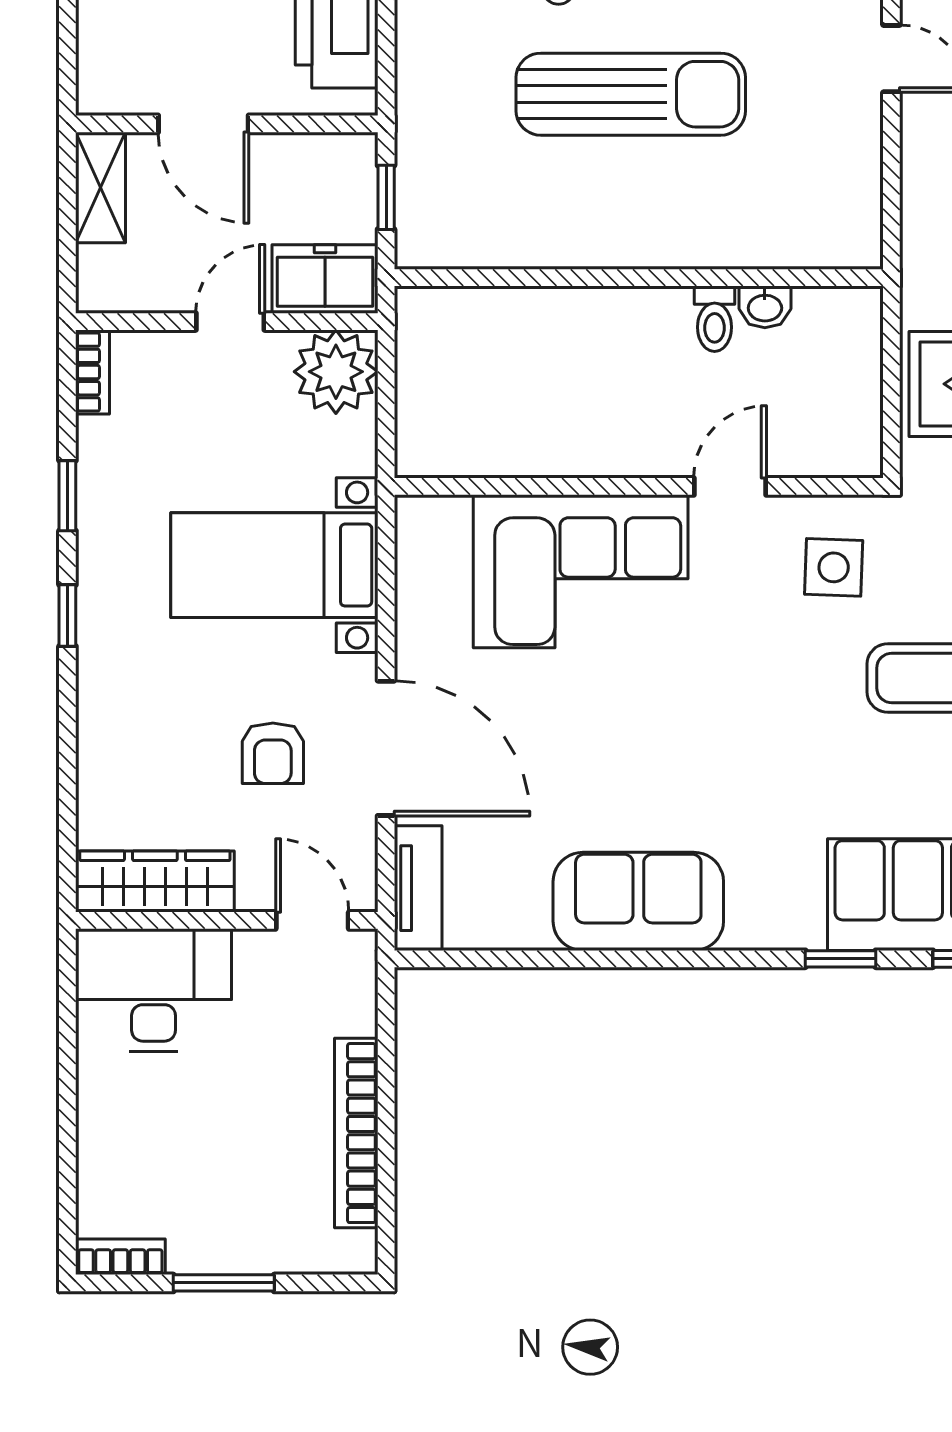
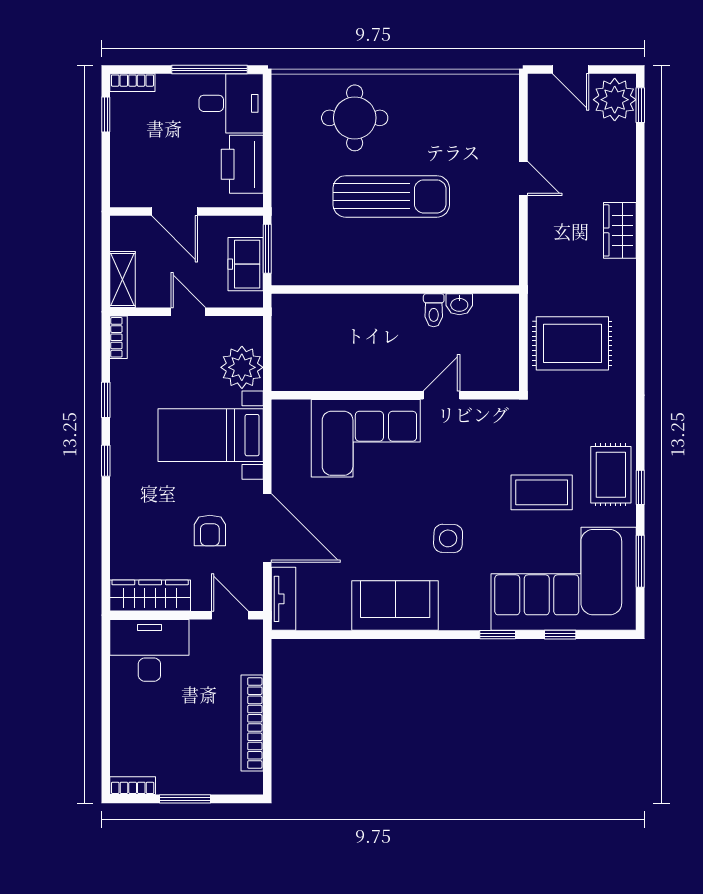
shelving: (101, 187) -> (123, 279), moved
window: (386, 197) -> (267, 249), width x1.50
freezer: (325, 279) -> (246, 264), moved, turned -90
door: (230, 322) -> (188, 312), hinge flipped
plant: (336, 372) -> (242, 367), moved
side table: (834, 567) -> (448, 538), moved

